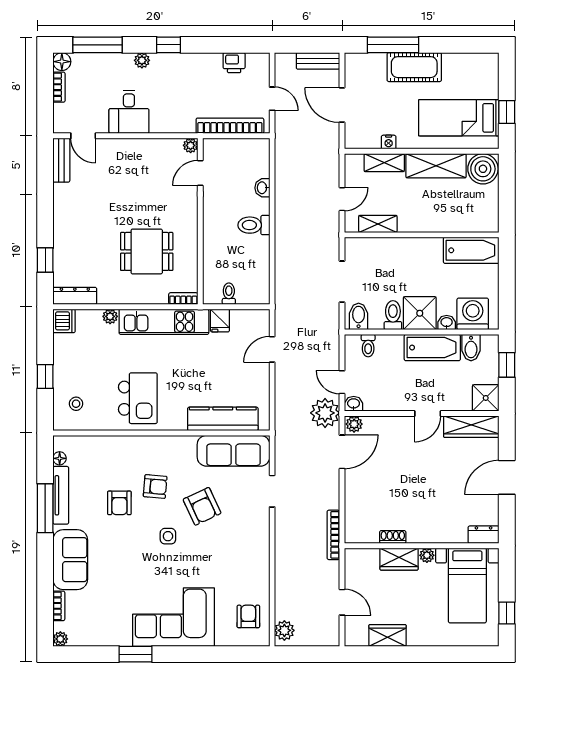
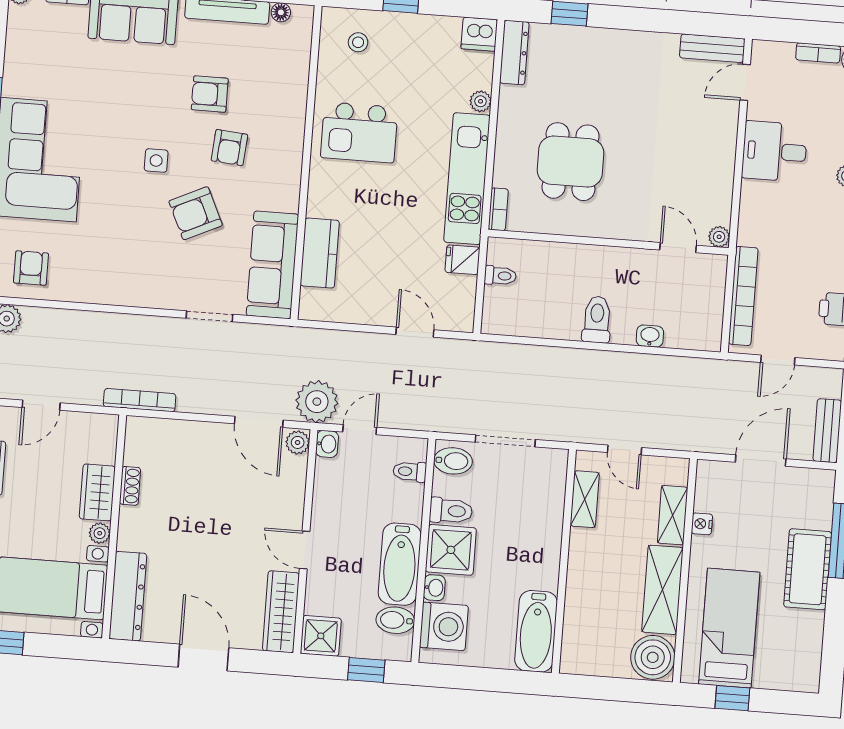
kitchen counter: (223, 419) -> (320, 253), width x0.67
dresser: (484, 535) -> (128, 596), width x1.96, depth x1.24
armchair: (248, 616) -> (31, 268), turned -90

